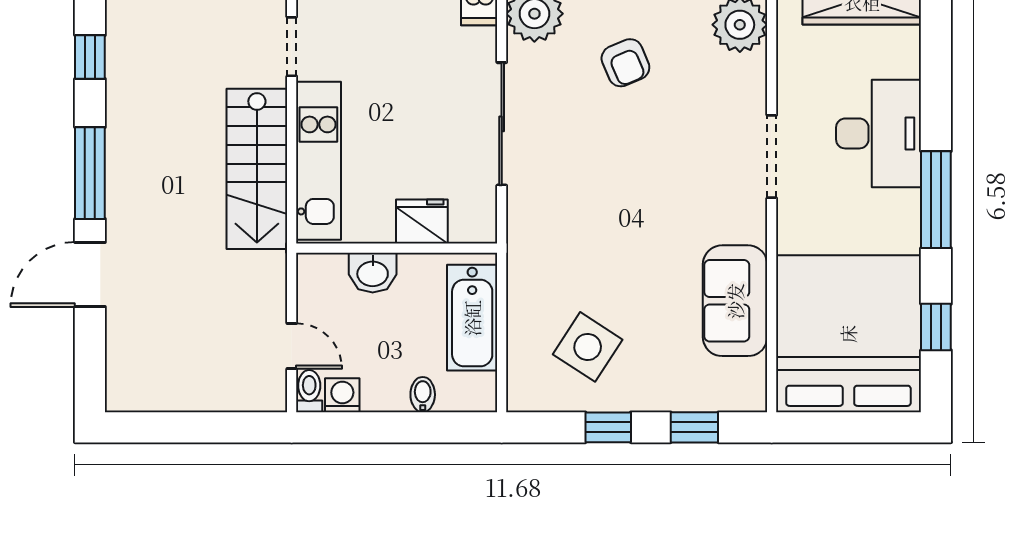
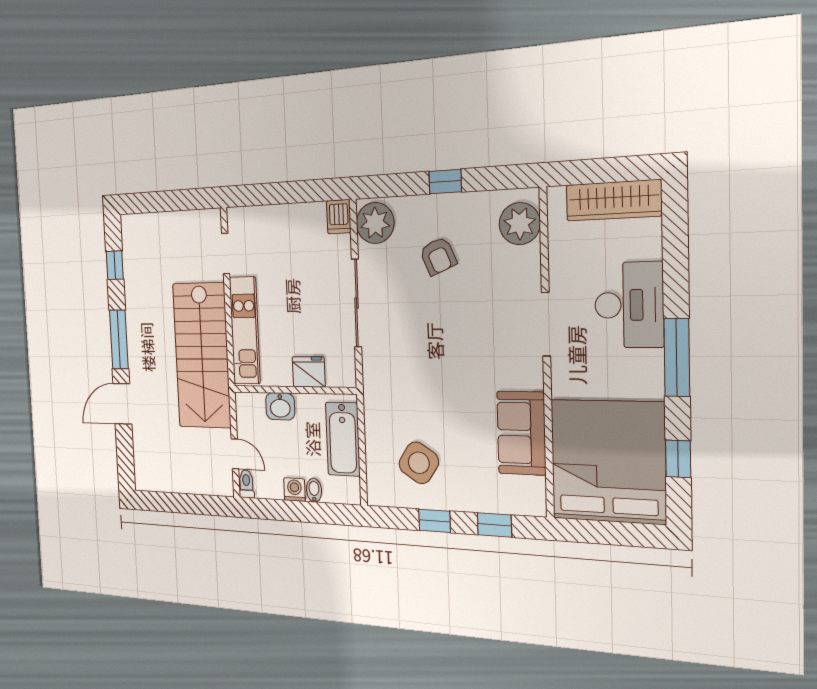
stairs: (257, 169) -> (202, 356), width x1.36, depth x1.51
washing machine: (342, 395) -> (294, 490), moved

